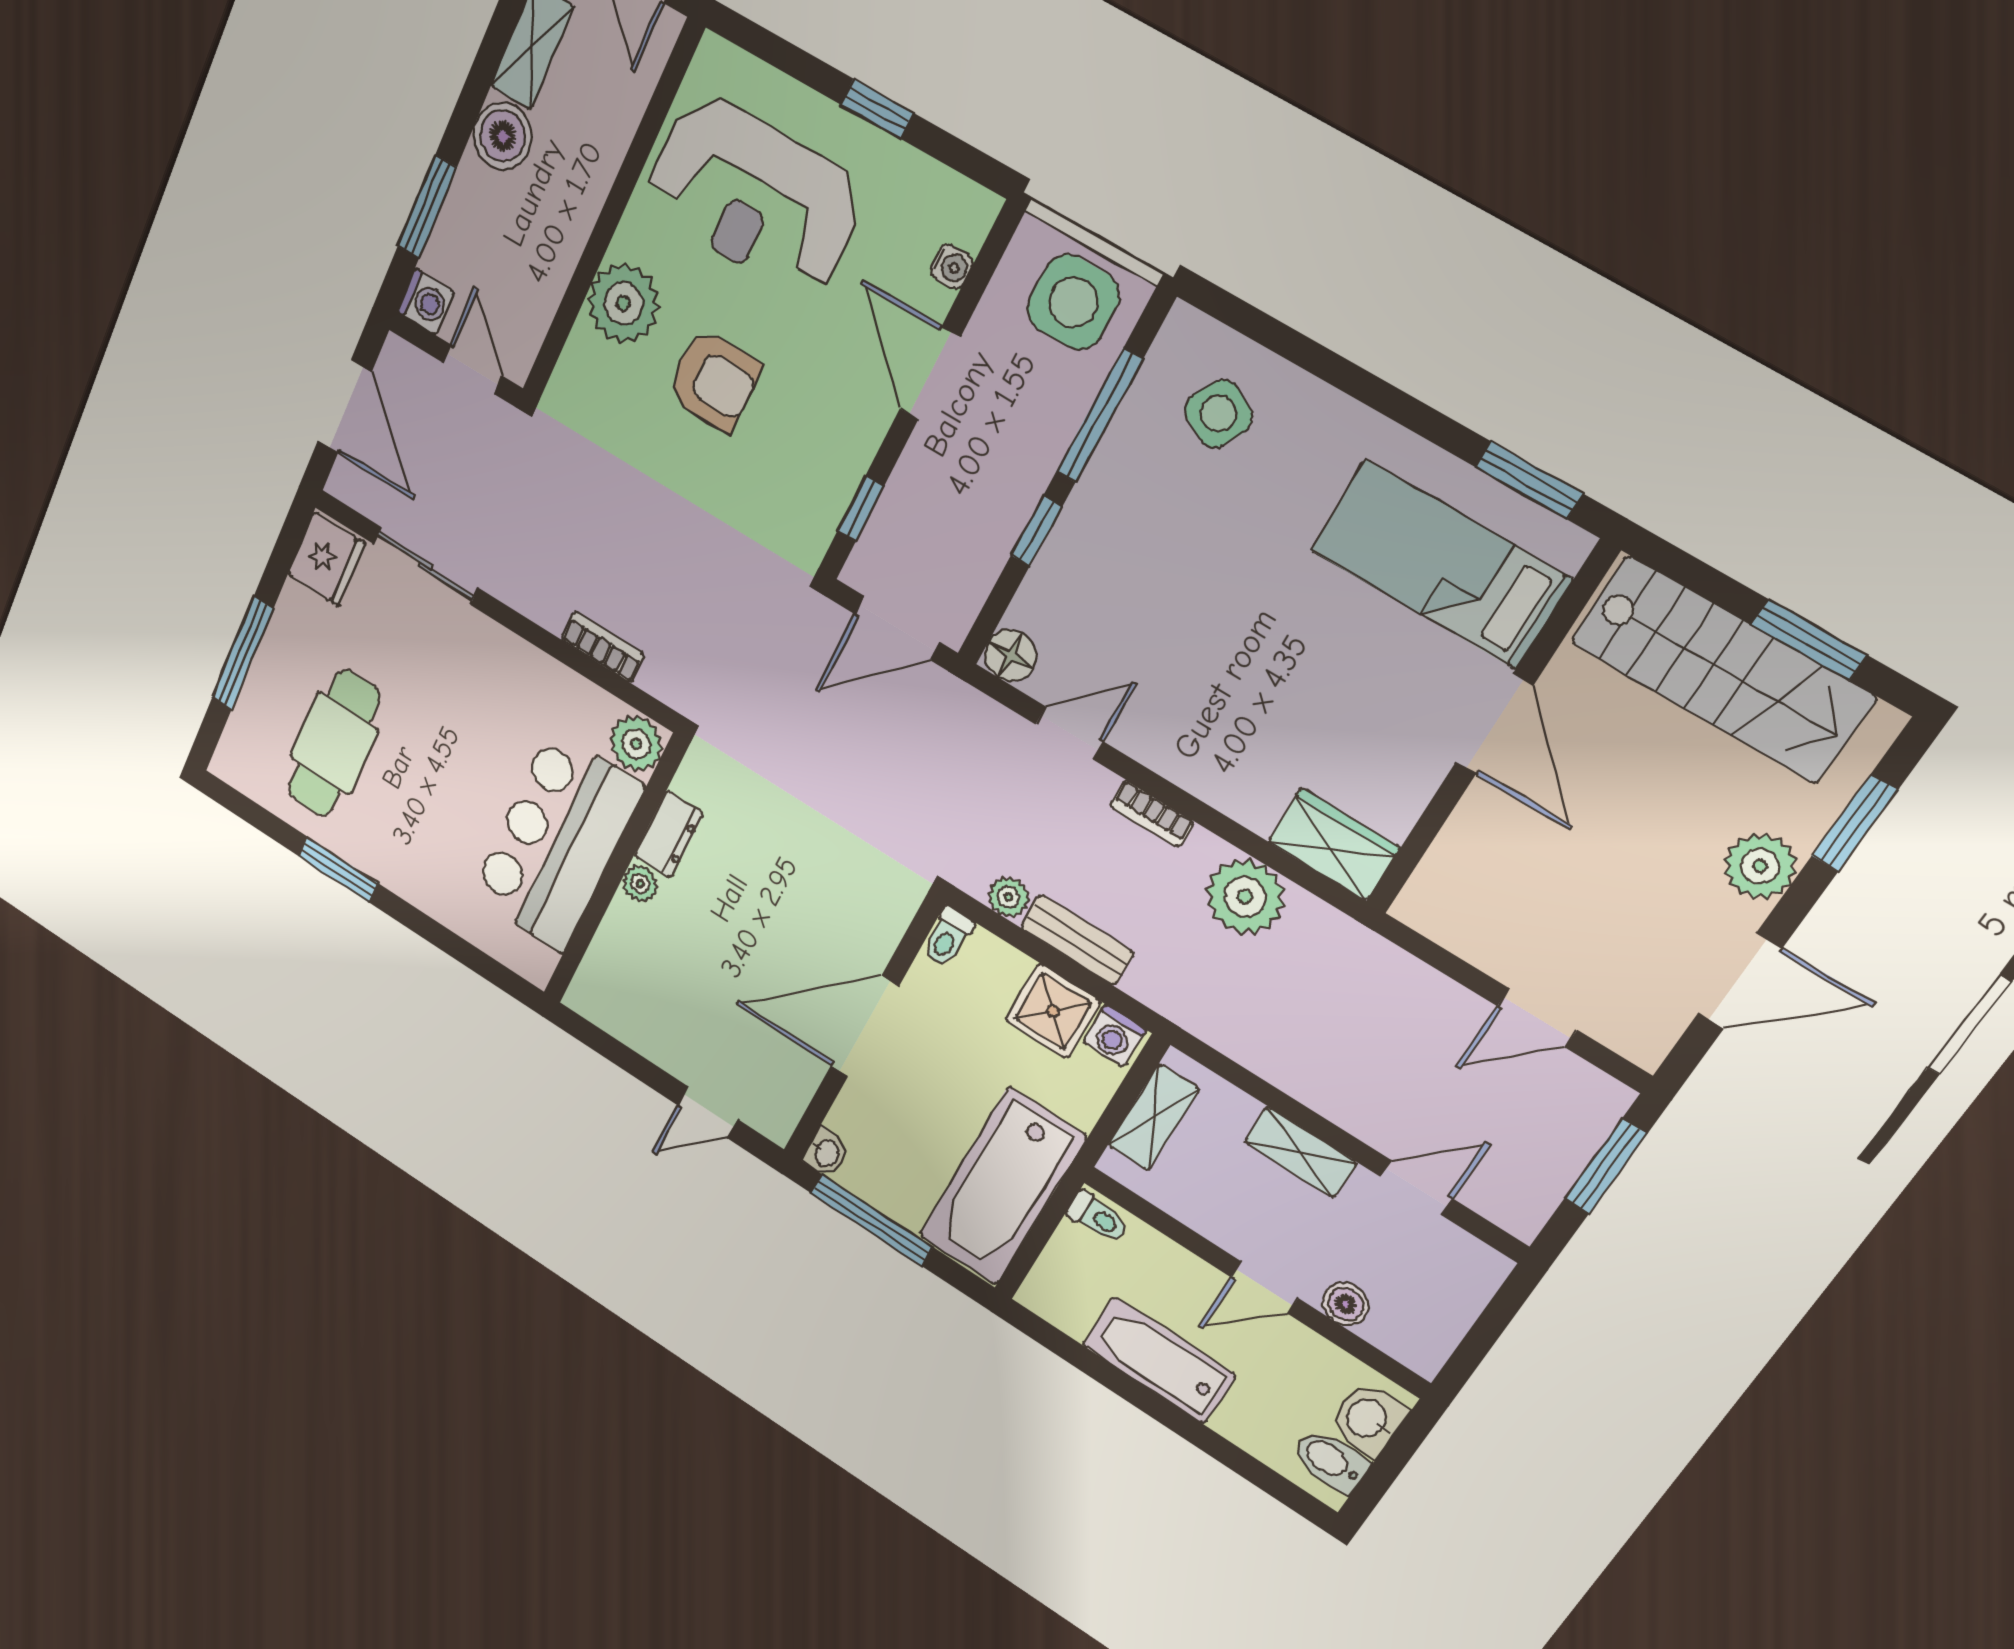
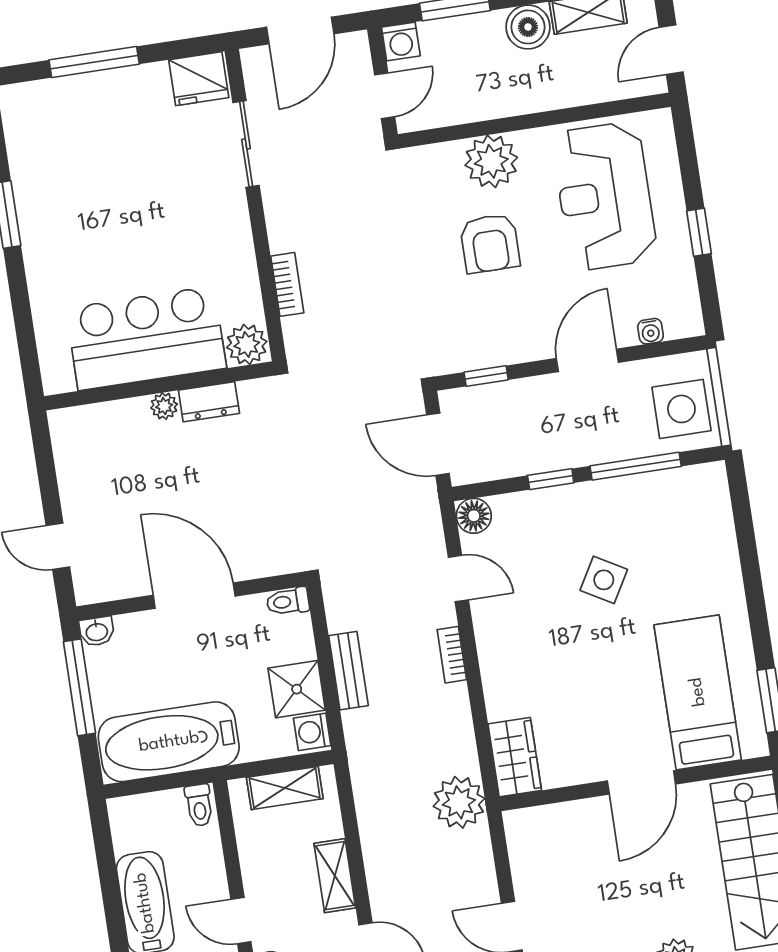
side table: (1218, 414) -> (604, 580), moved
cafe table: (334, 743) -> (87, 159), removed
plant: (1009, 897) -> (340, 616), removed
plant: (1245, 897) -> (459, 802), moved

